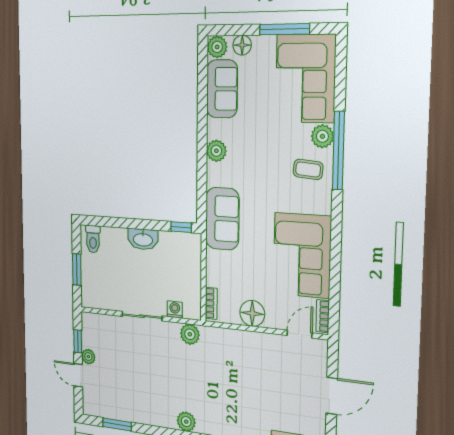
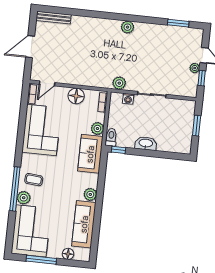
plant: (217, 47) -> (97, 129), moved
sofa: (222, 89) -> (84, 224), width x1.36
toilet: (93, 239) -> (111, 137), moved

